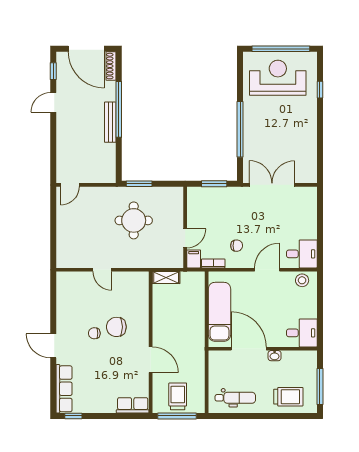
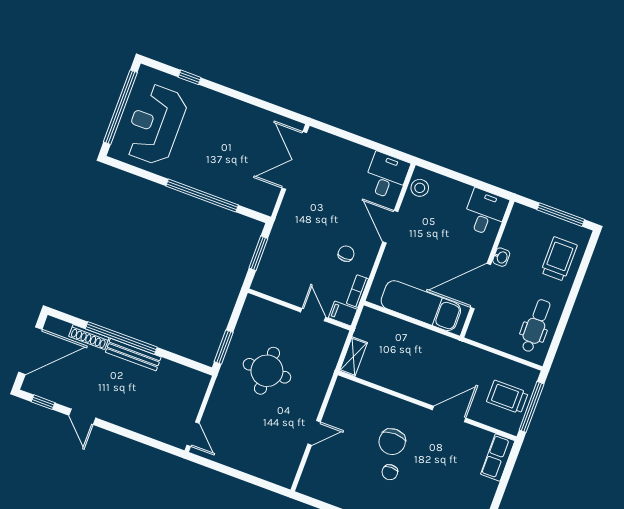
shoe rack: (111, 66) -> (89, 337), moved
double door: (272, 185) -> (294, 160), moved

